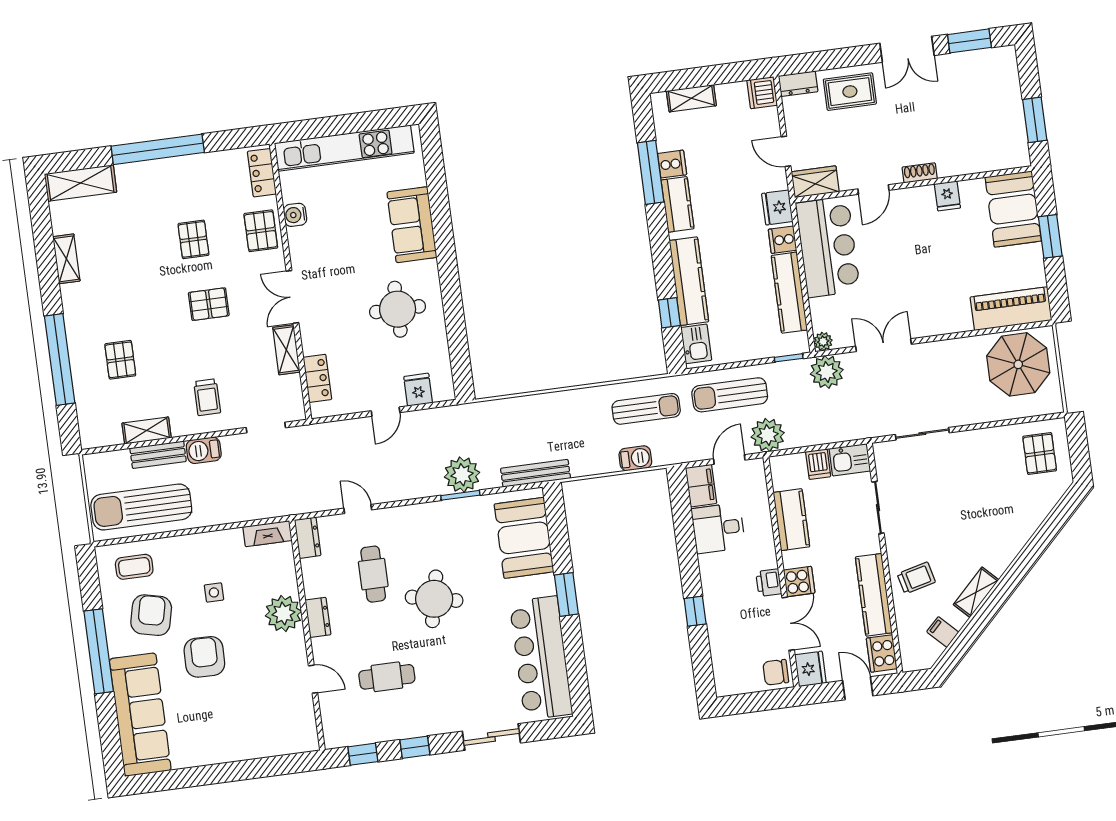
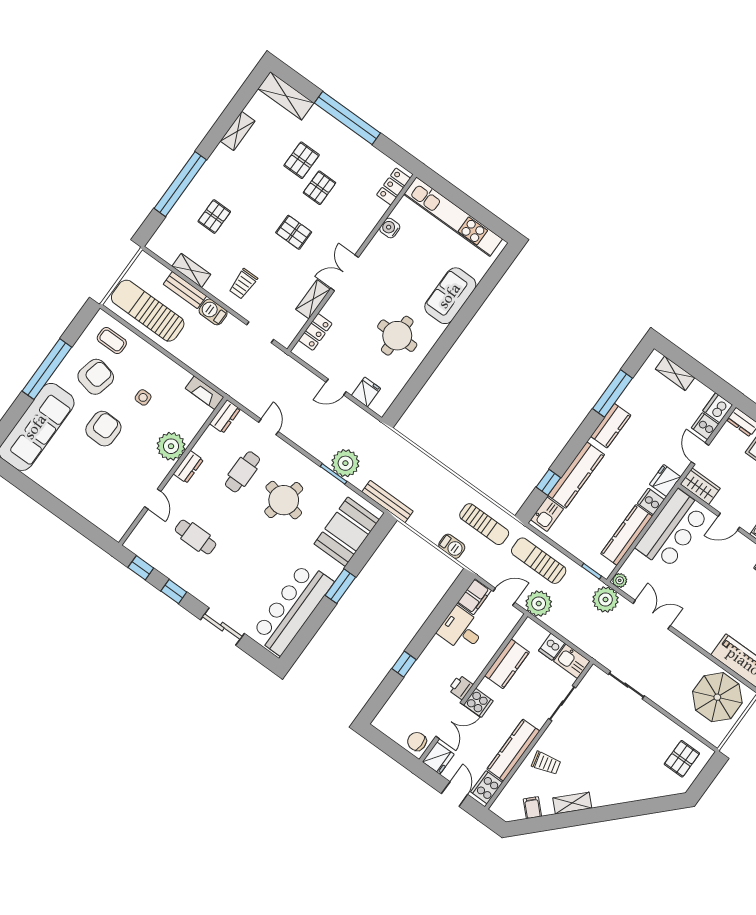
cooker: (672, 164) -> (705, 426), moved, turned 180
pallet: (261, 231) -> (302, 160), moved
round table: (434, 599) -> (284, 500), moved

